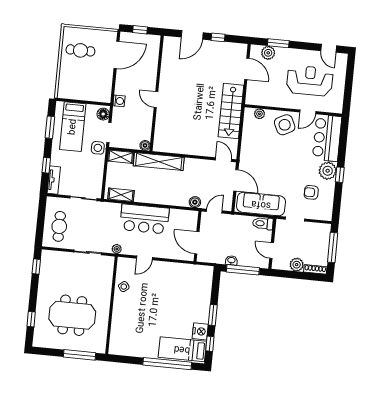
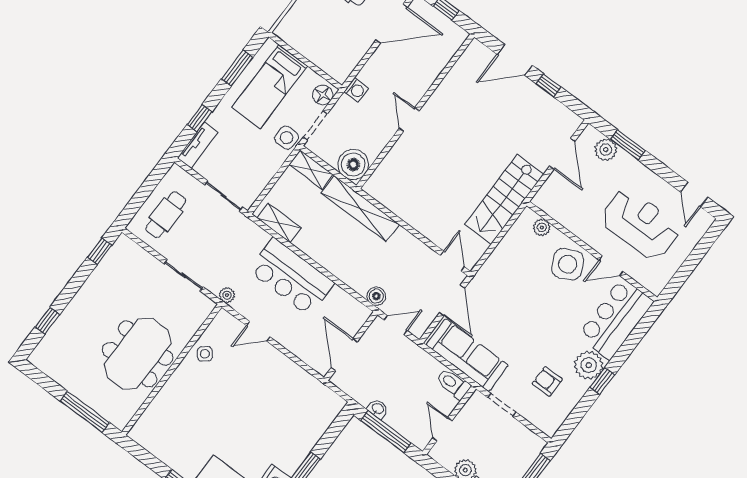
boiler: (145, 145) -> (353, 165), width x1.86, depth x1.86
meeting table: (72, 315) -> (138, 354), moved, turned 90

